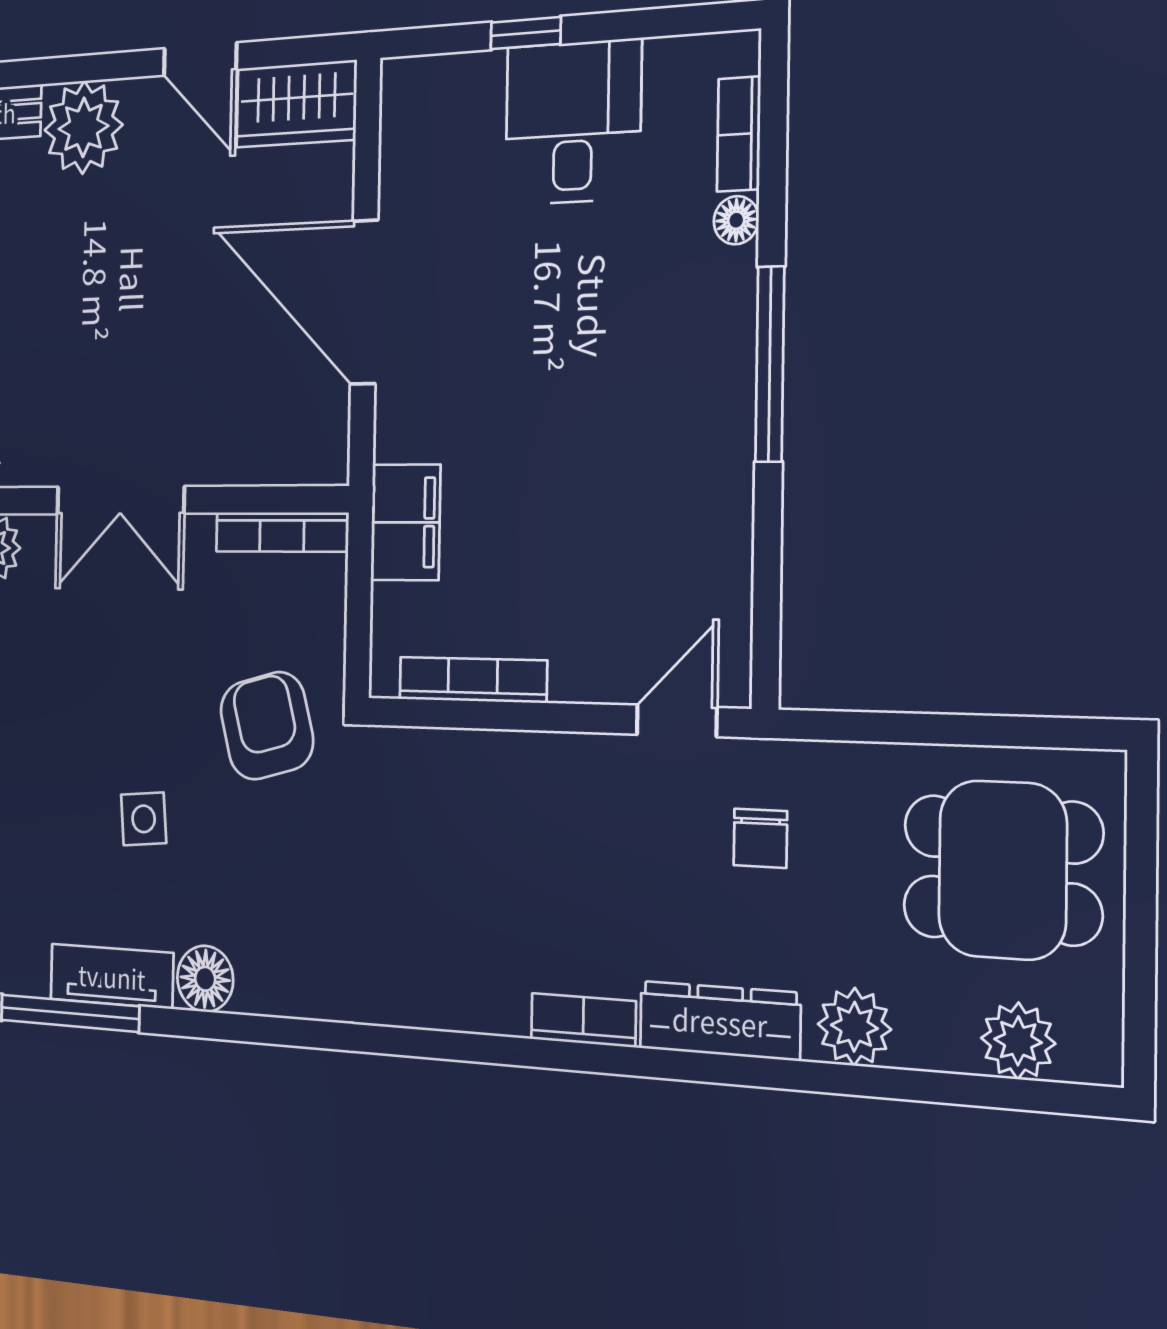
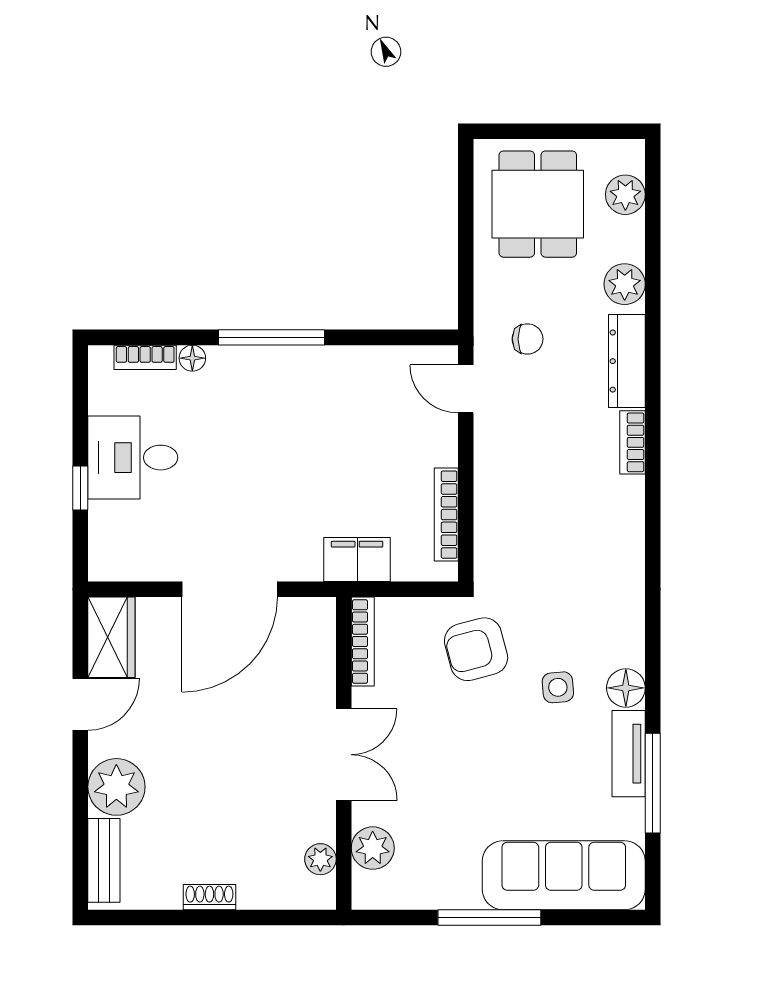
side table: (144, 819) -> (558, 687), moved

